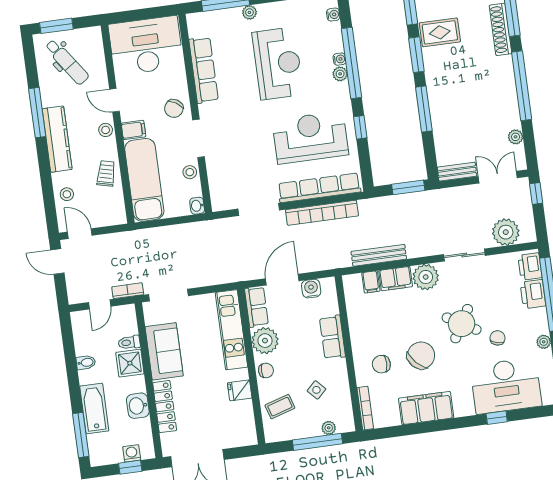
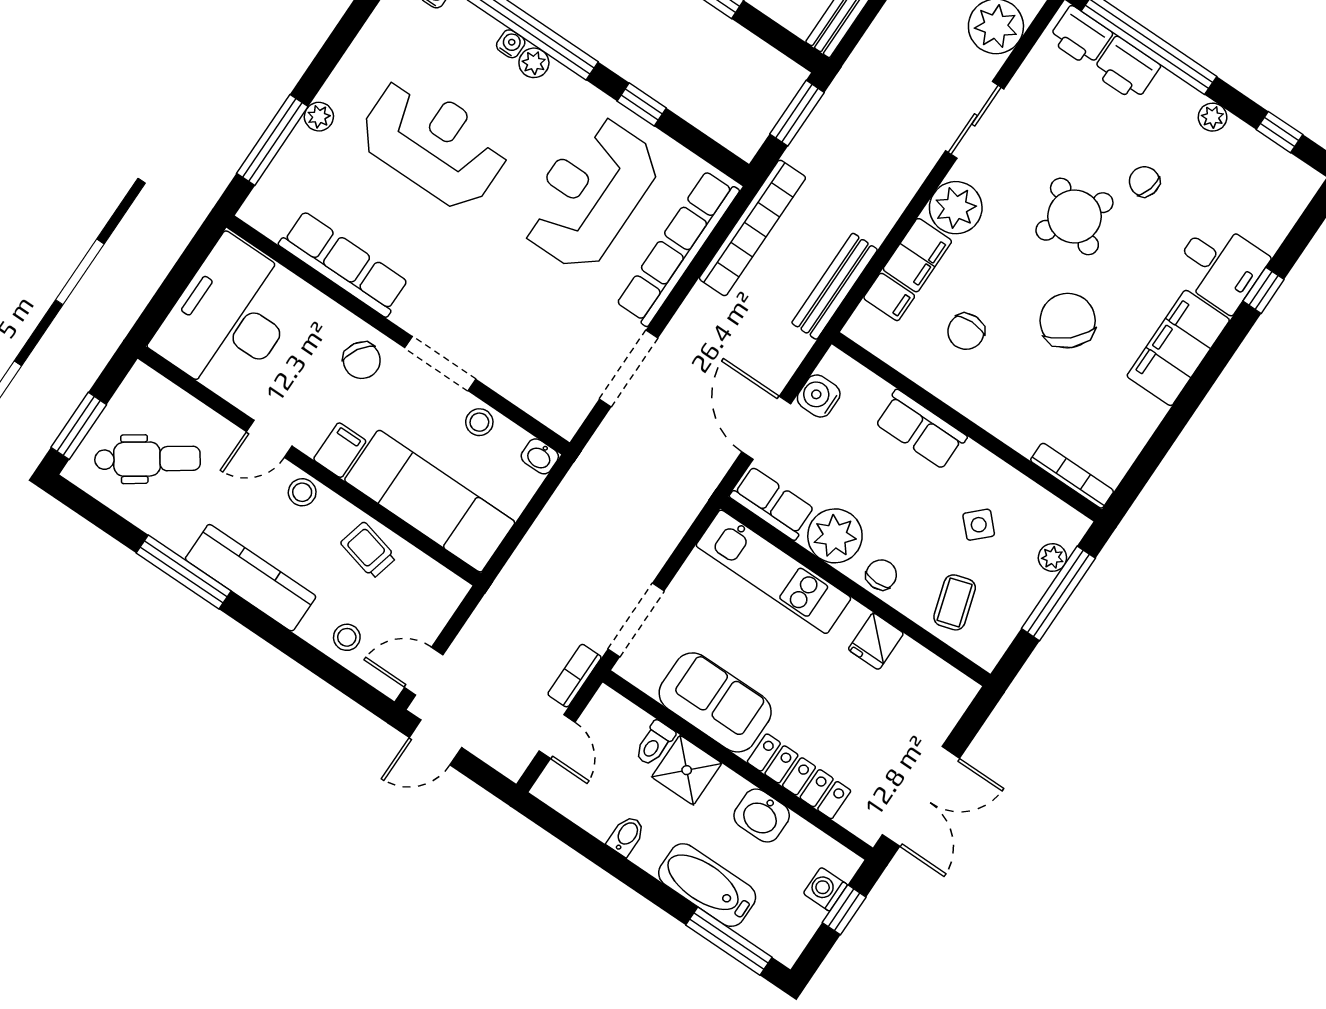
bookcase: (322, 213) -> (752, 228), moved
bench: (379, 255) -> (835, 286), moved
chair: (381, 364) -> (966, 332), moved
desk: (506, 386) -> (1220, 266), width x0.53, depth x0.77
filing cabinet: (426, 408) -> (1178, 348), moved

